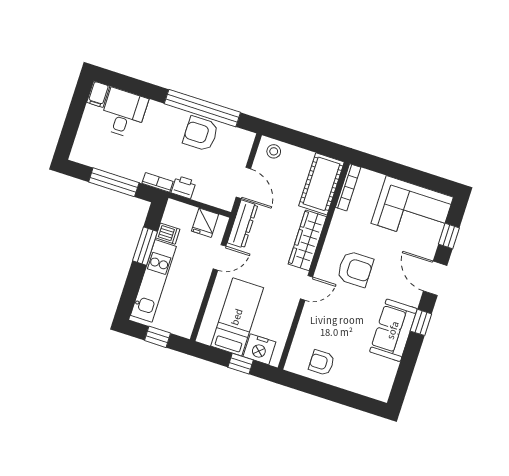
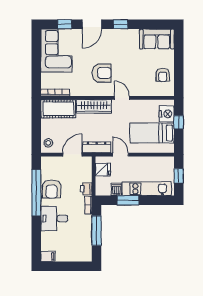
desk: (124, 113) -> (54, 218), moved
armchair: (355, 269) -> (102, 73), turned 90
sofa: (393, 330) -> (157, 39), moved

